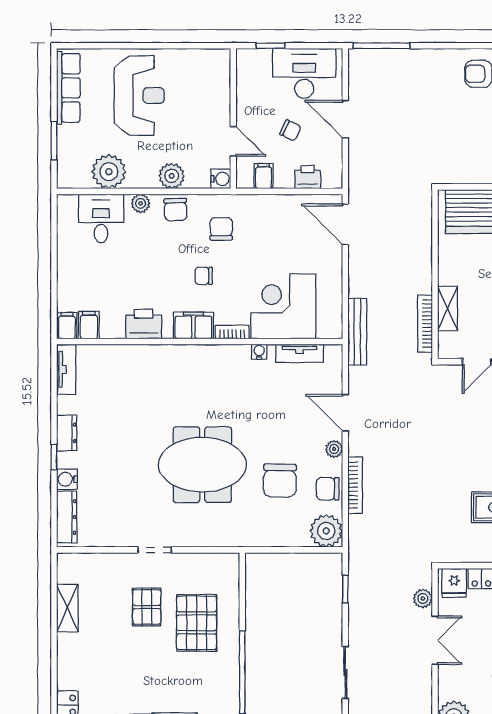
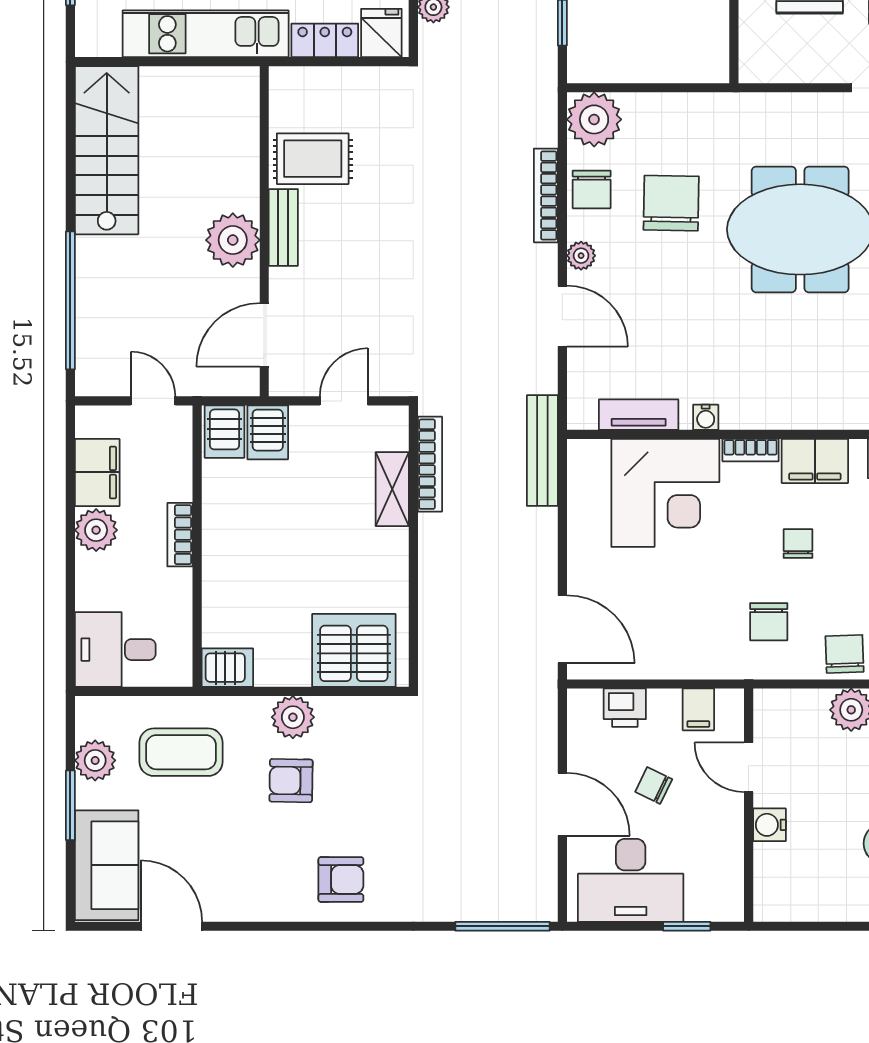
water cooler: (221, 179) -> (769, 825), moved
chair: (204, 276) -> (798, 544), turned -90
chair: (328, 489) -> (592, 189), turned 90

